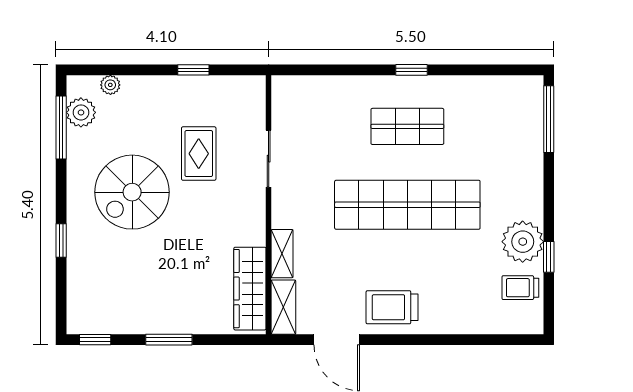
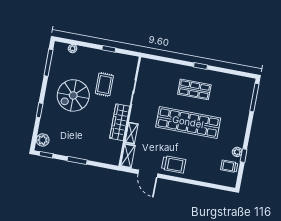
plant: (81, 112) -> (43, 140), moved
plant: (523, 242) -> (237, 152), width x0.53, depth x0.53
wardrobe: (250, 289) -> (120, 122), moved
trolley: (392, 307) -> (174, 164), turned 180

